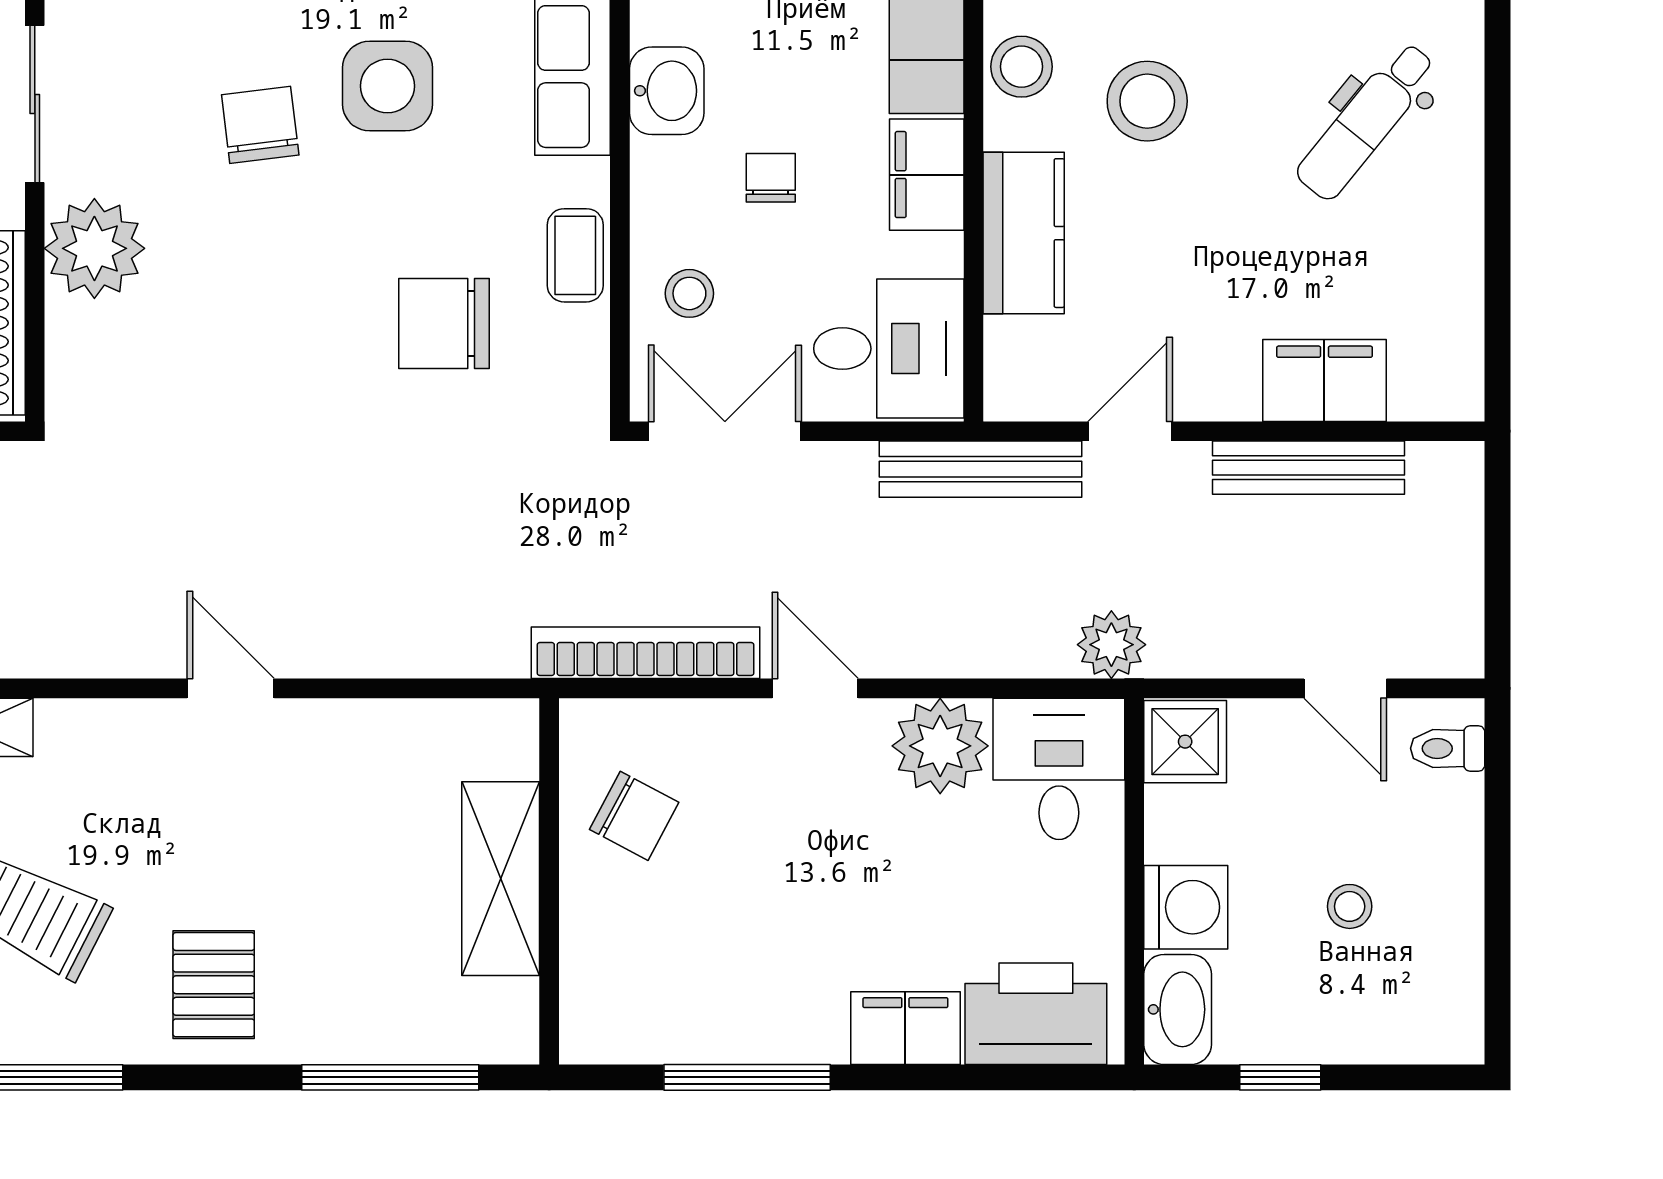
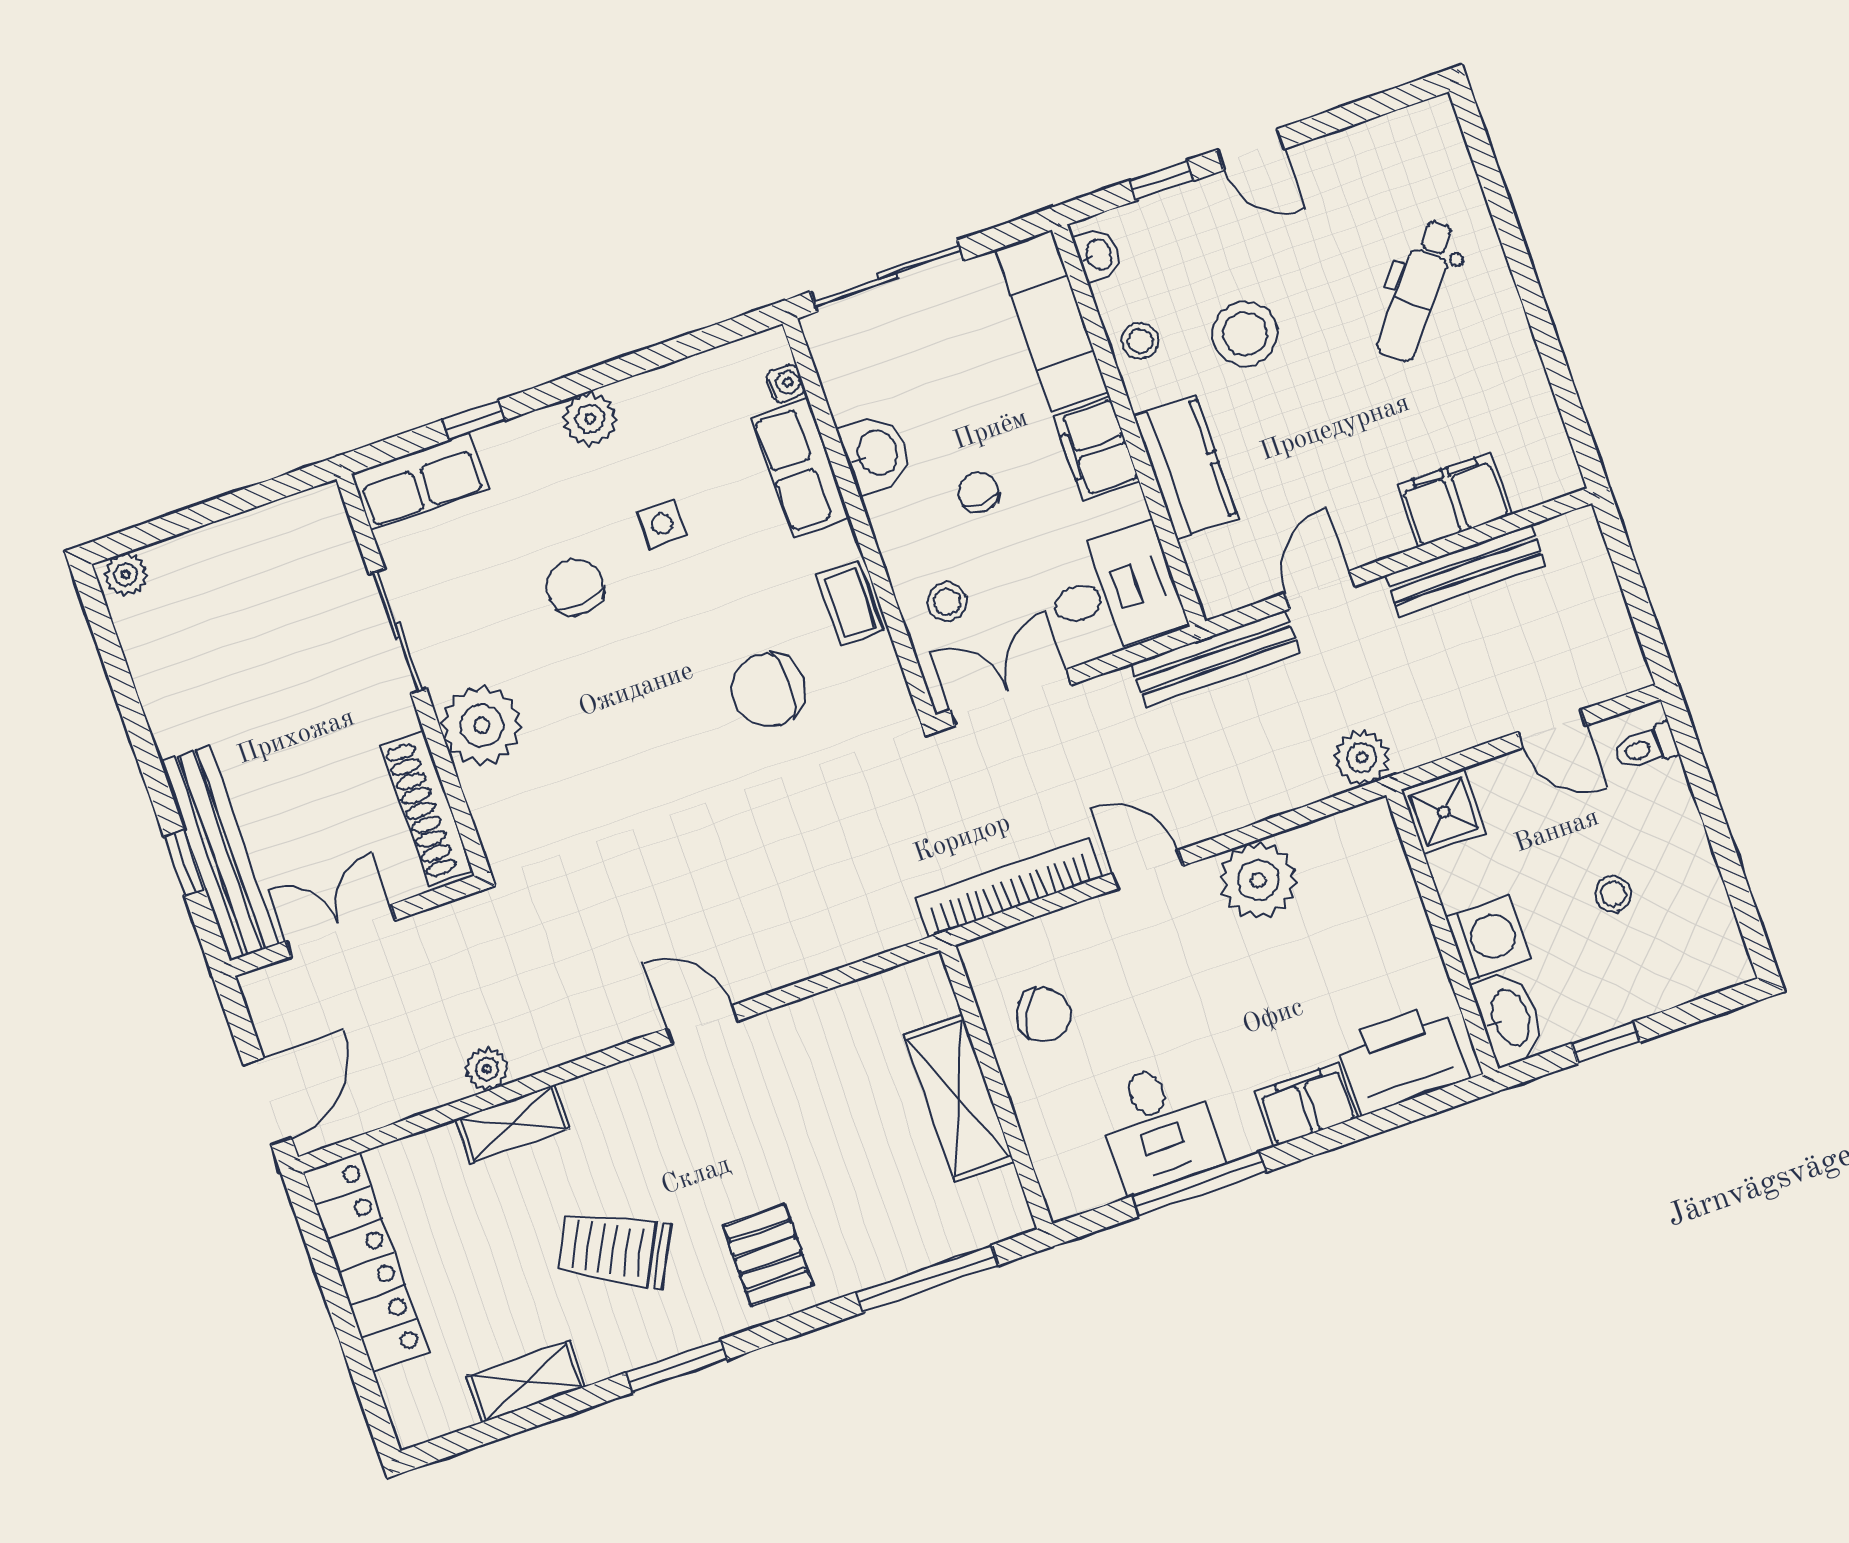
stool: (1022, 67) -> (1140, 341), width x0.73, depth x0.73
side table: (387, 86) -> (662, 524), width x0.54, depth x0.54
desk: (1059, 769) -> (1158, 1127), moved, turned 180

